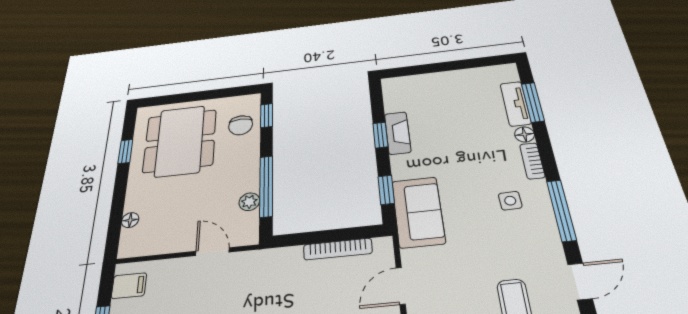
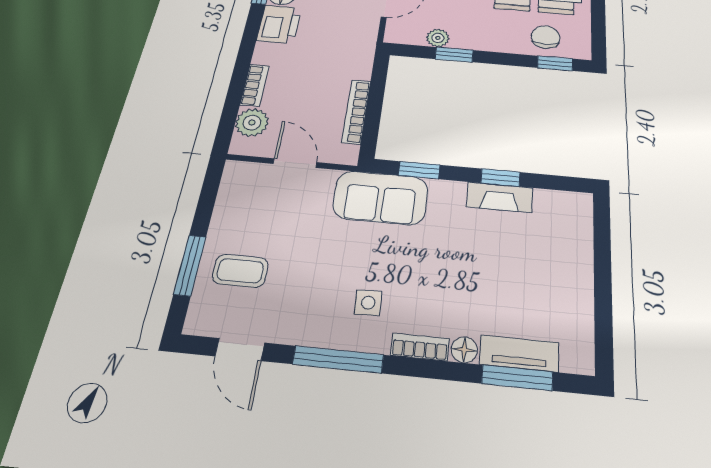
chair: (241, 125) -> (546, 37), turned 90
window: (266, 186) -> (454, 55), width x0.46

